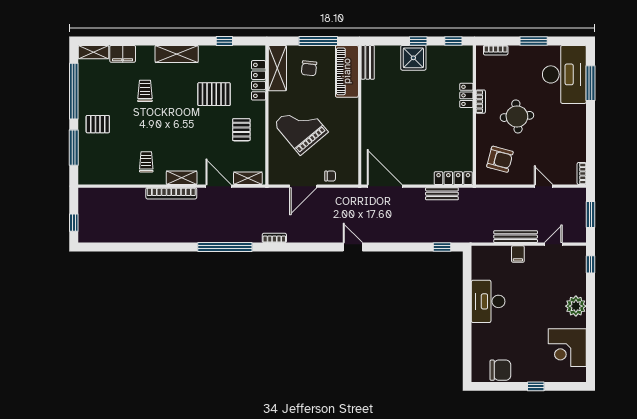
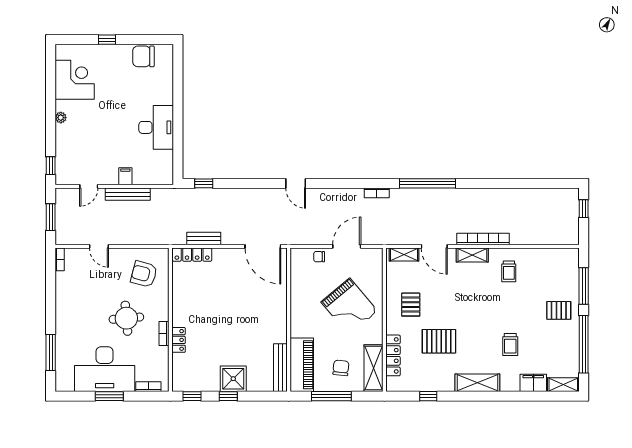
bench: (368, 62) -> (280, 368), width x1.36
desk: (564, 74) -> (105, 369), moved, turned -90
plant: (576, 306) -> (61, 118), width x0.53, depth x0.53

